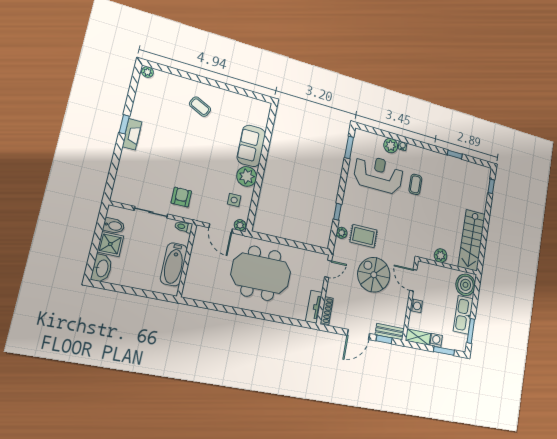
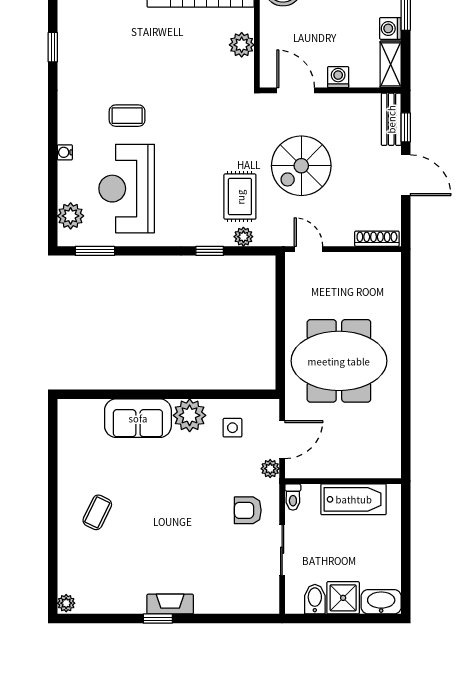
plant: (391, 146) -> (71, 216), moved
plant: (240, 225) -> (270, 469), moved
meeting table: (261, 273) -> (339, 361), turned 90
door: (413, 280) -> (296, 90), swing flipped
tv unit: (314, 307) -> (375, 262), removed

